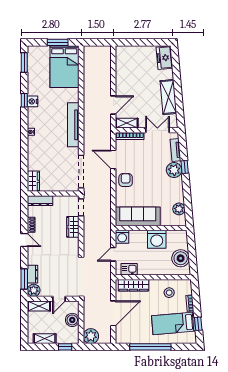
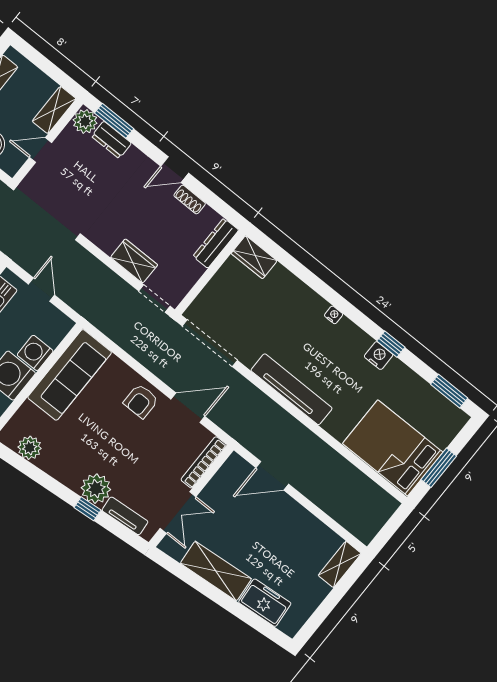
freezer: (164, 58) -> (265, 603), moved
door: (113, 105) -> (272, 476), hinge flipped
shelving: (127, 123) -> (340, 564), moved
armchair: (126, 180) -> (141, 401), turned 90
washing machine: (122, 237) -> (35, 353), moved
door: (59, 299) -> (41, 150), hinge flipped

